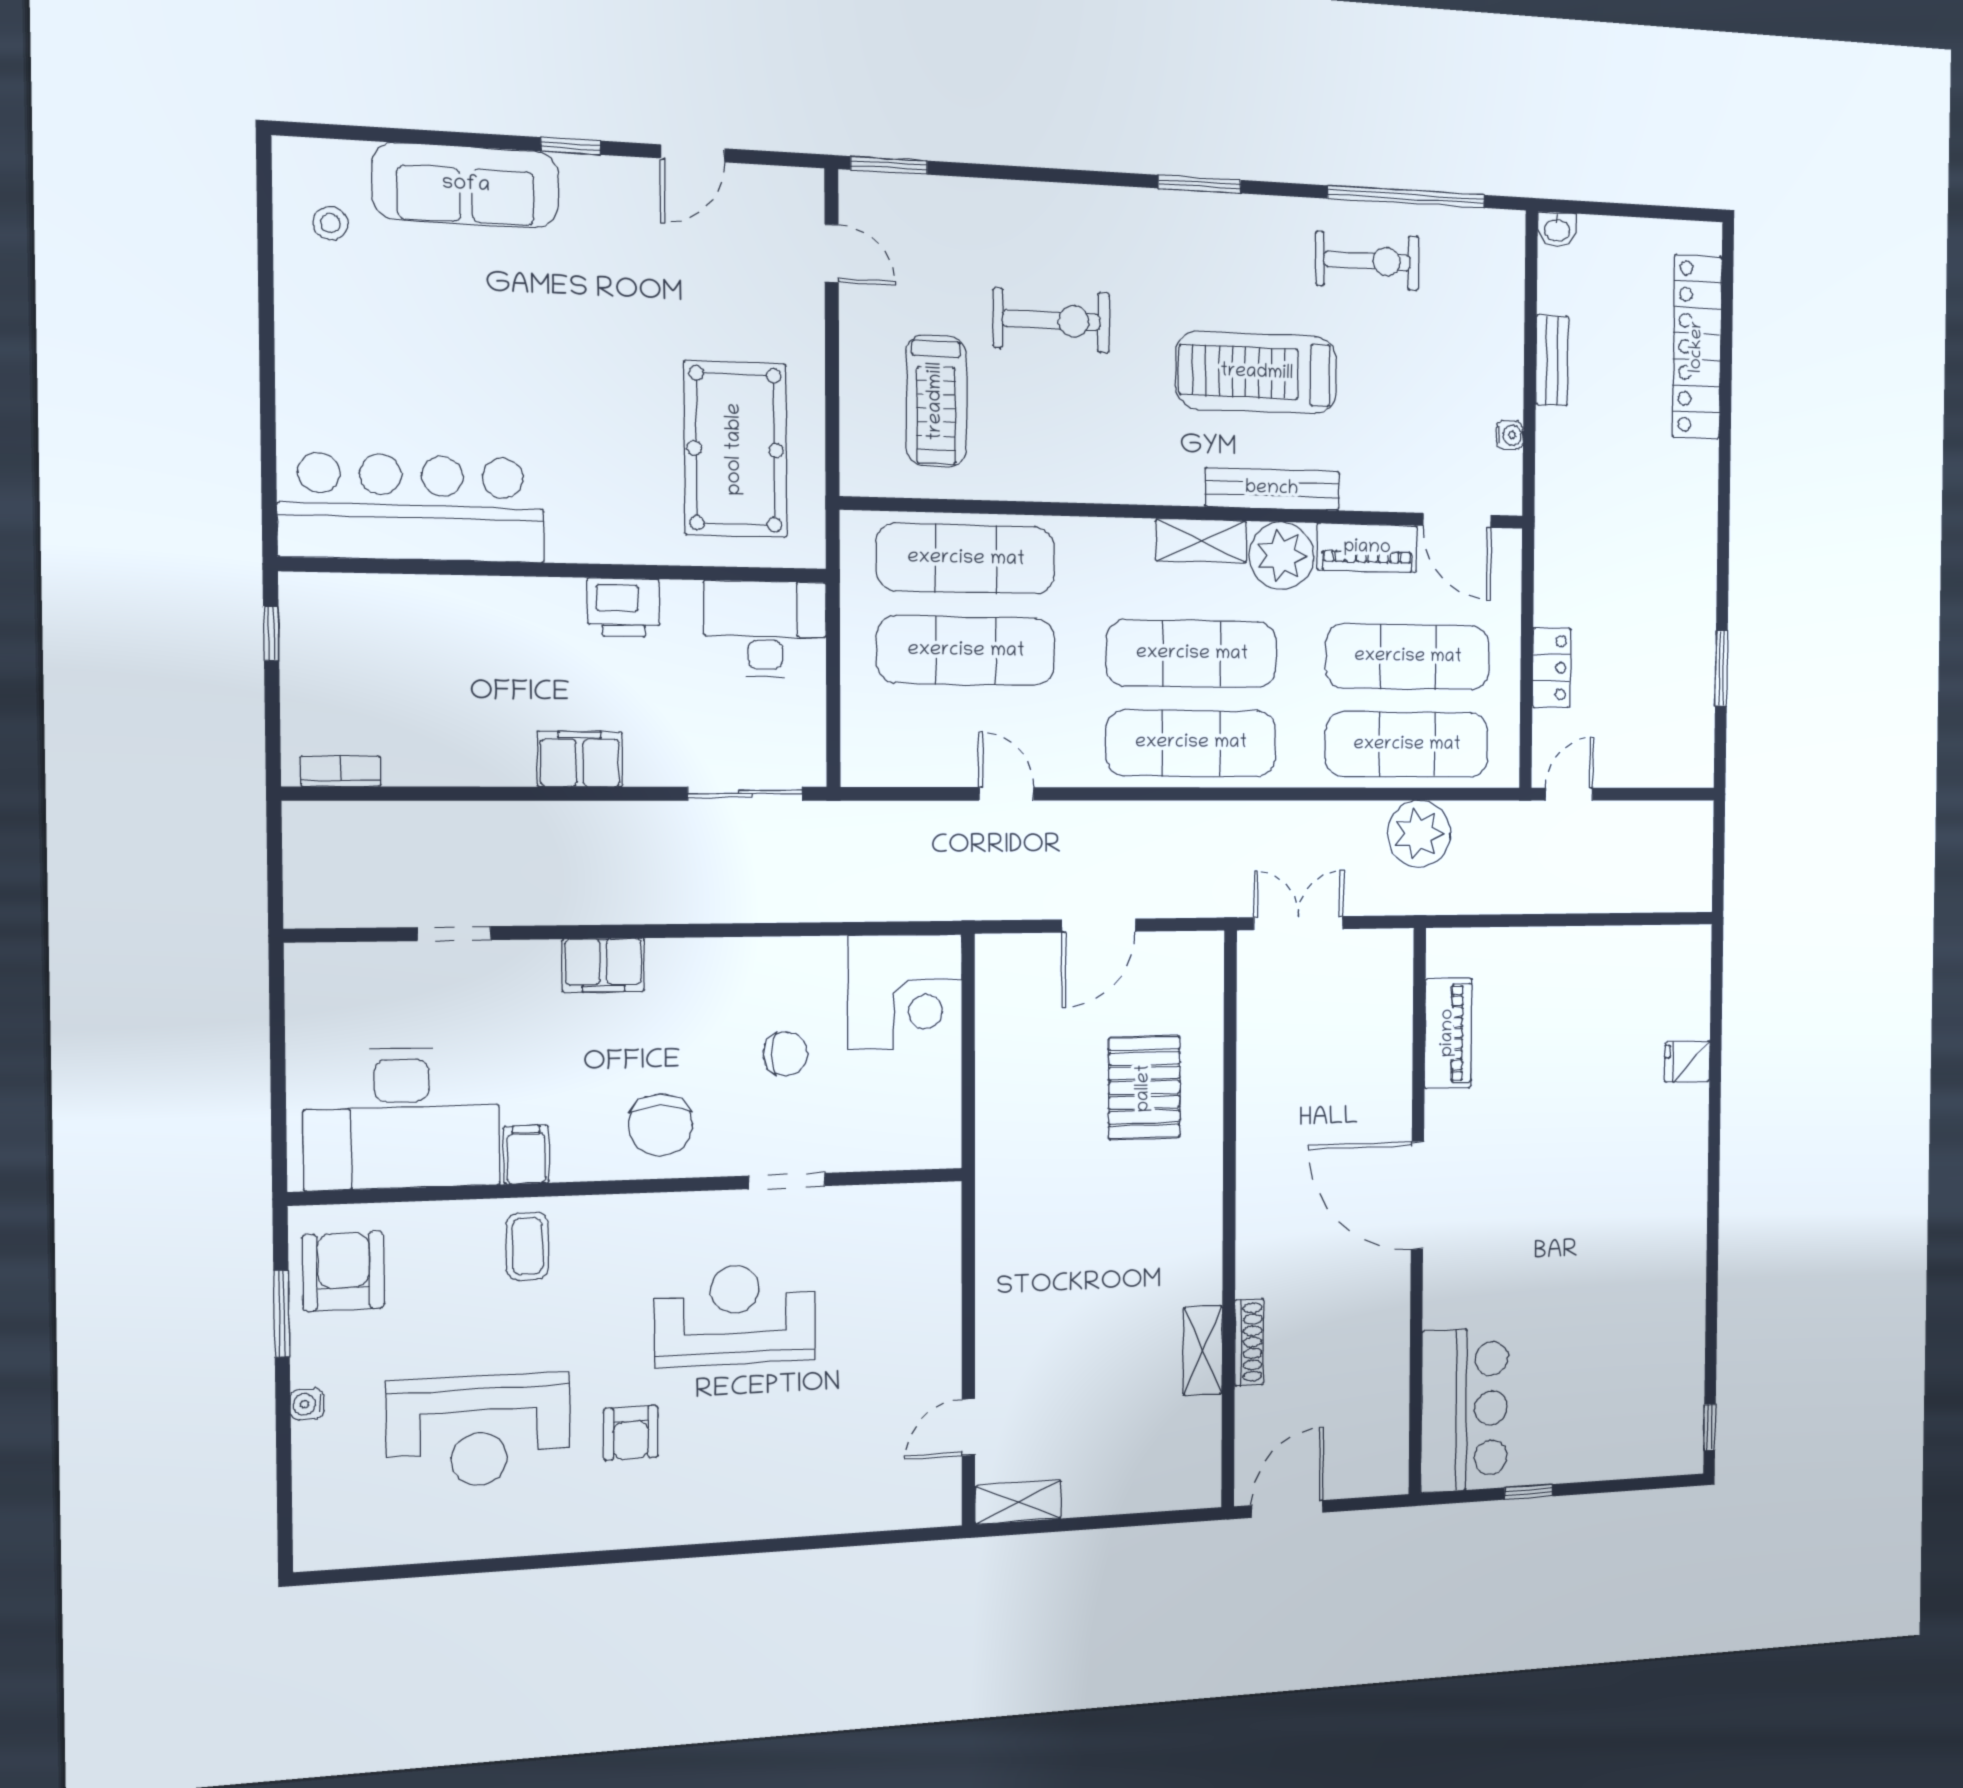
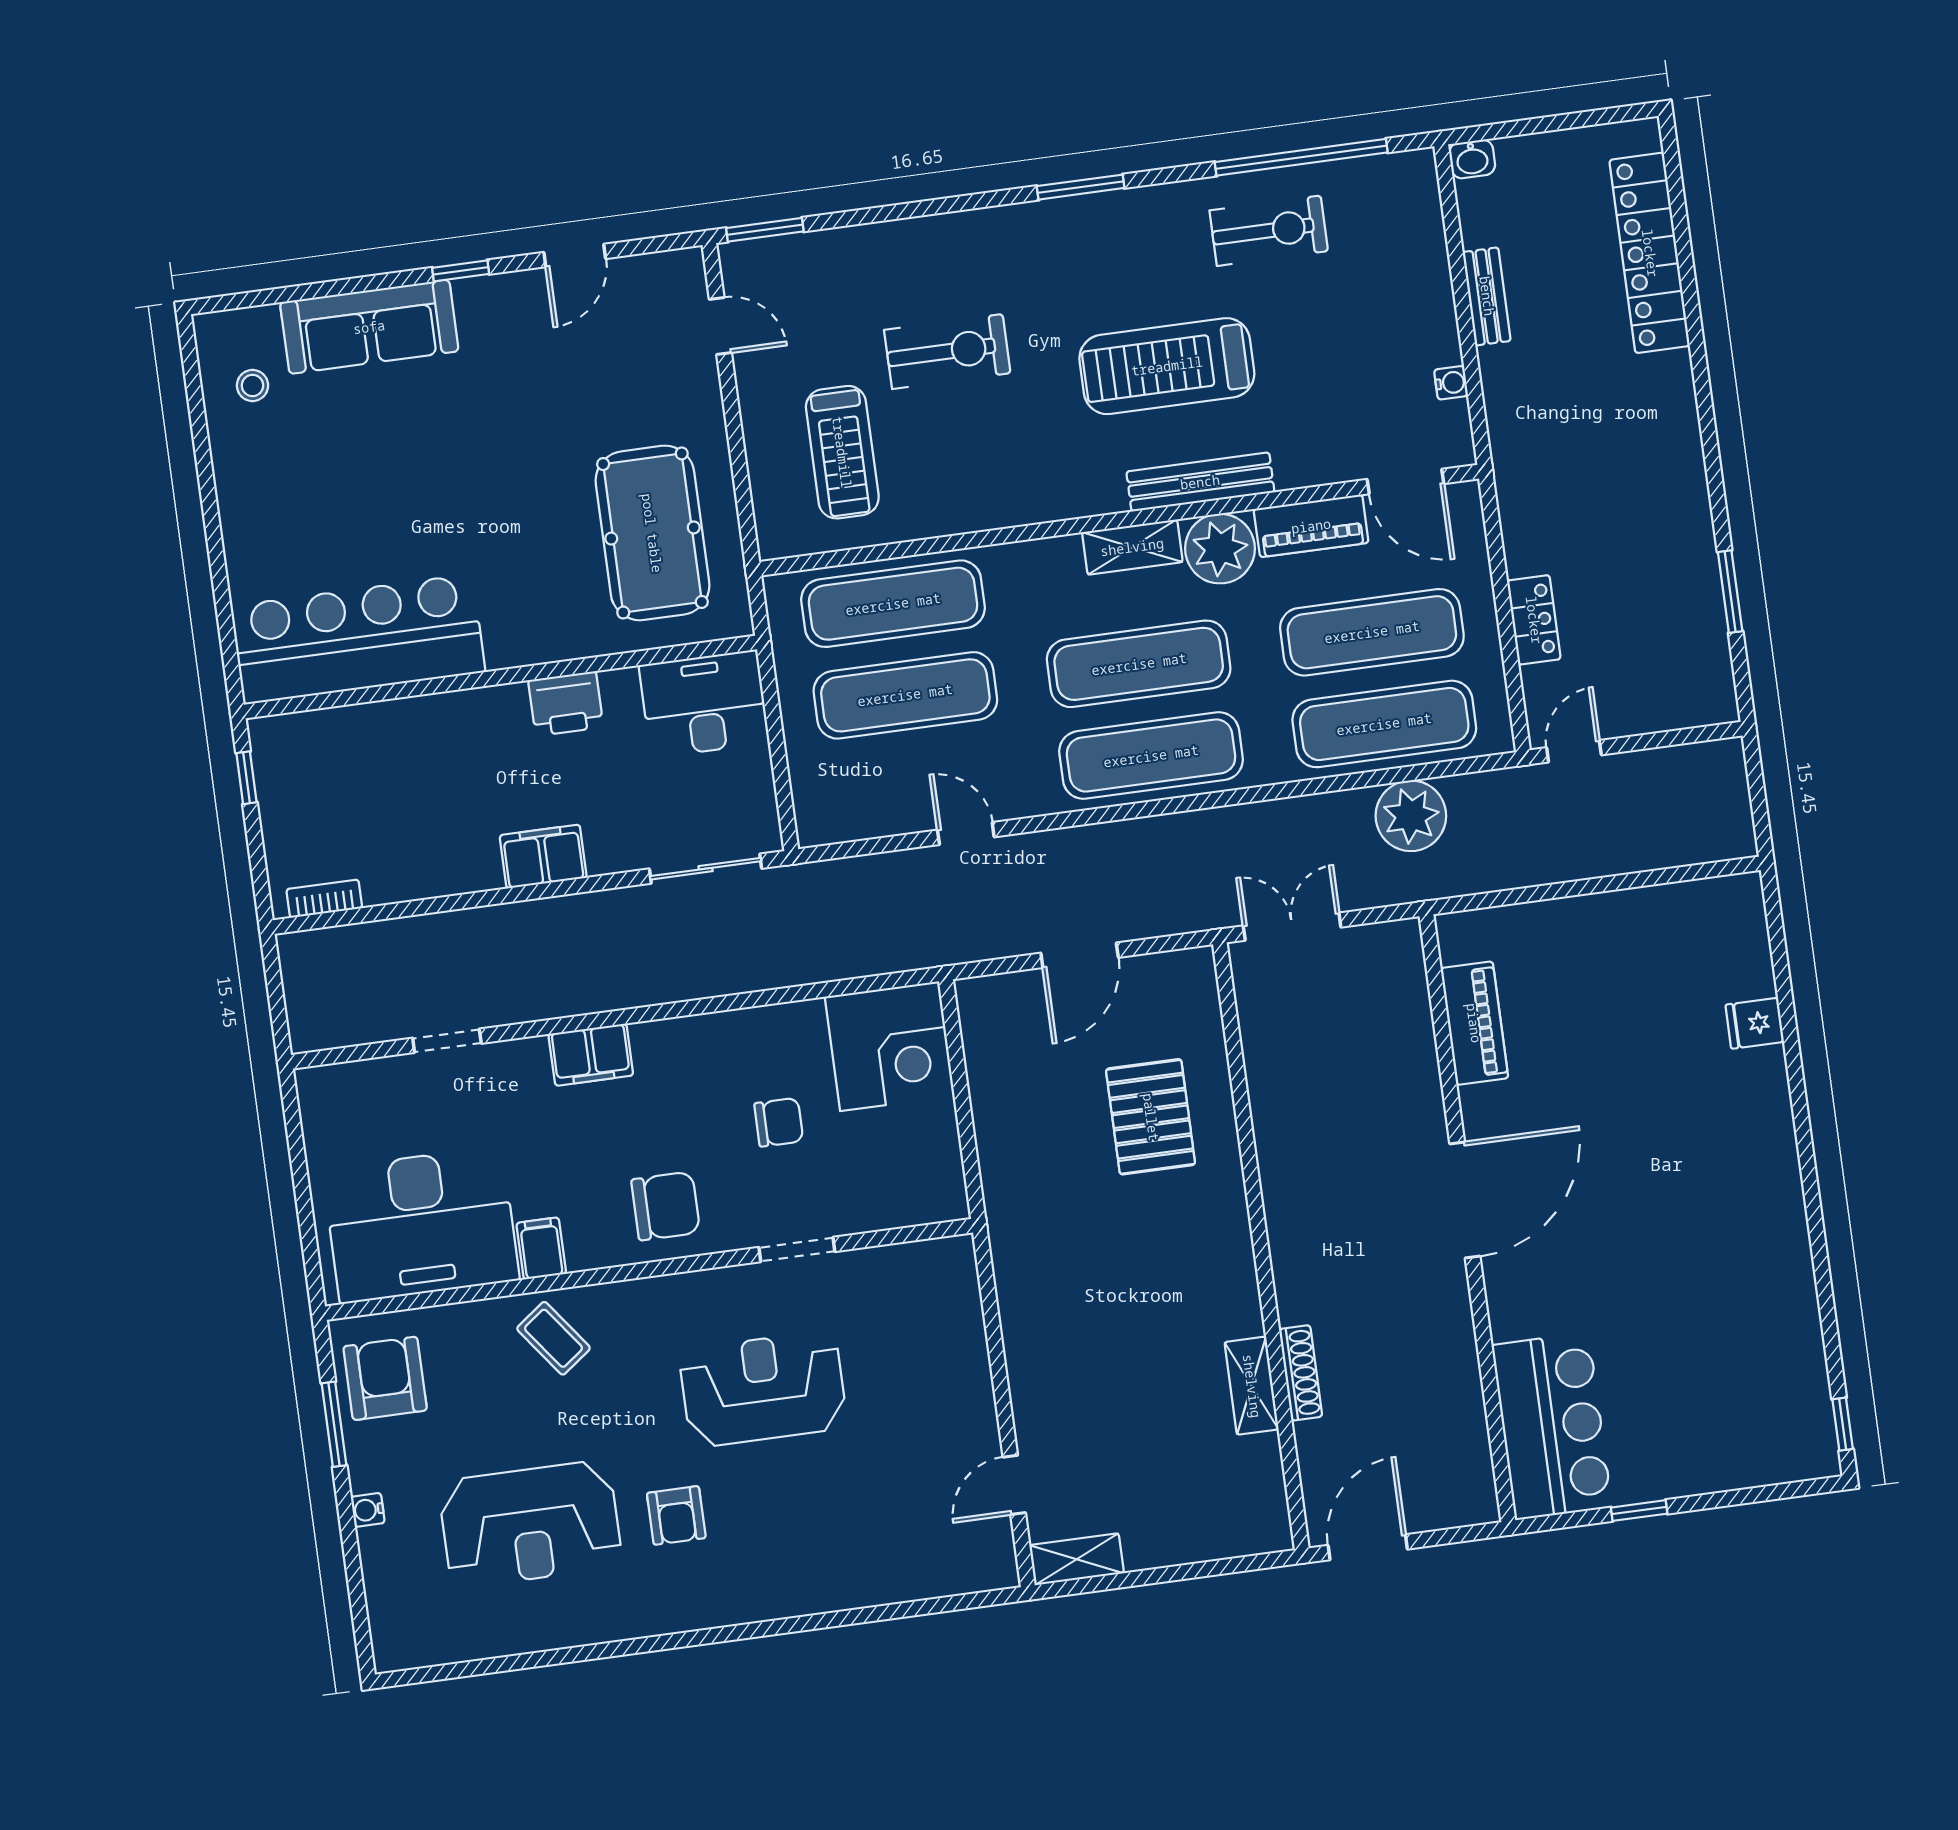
chair: (660, 1125) -> (666, 1206), turned -90
door: (1417, 1196) -> (1465, 1200), swing flipped
coffee table: (527, 1246) -> (554, 1338), turned -37

